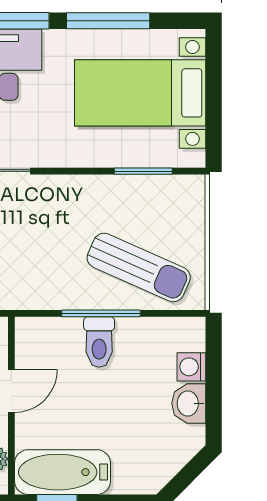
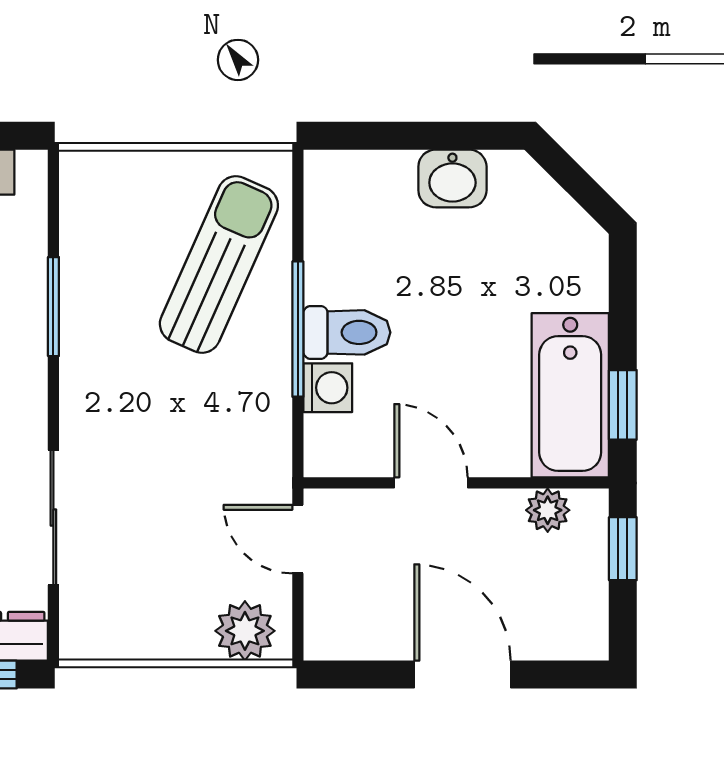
window: (143, 171) -> (53, 307), moved
washing machine: (191, 367) -> (328, 388), moved, turned -90

